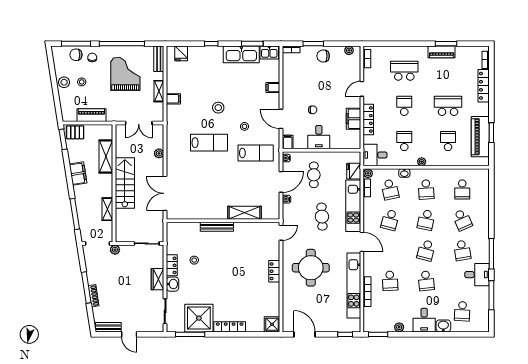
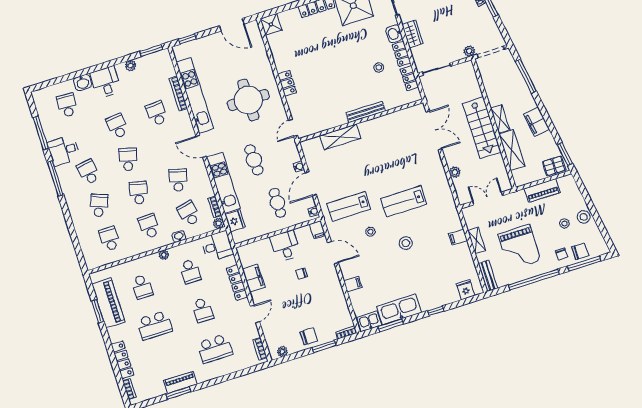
shelving: (107, 209) -> (500, 119), moved
school desk: (462, 220) -> (99, 205), turned 45
locker: (172, 243) -> (409, 78), added

